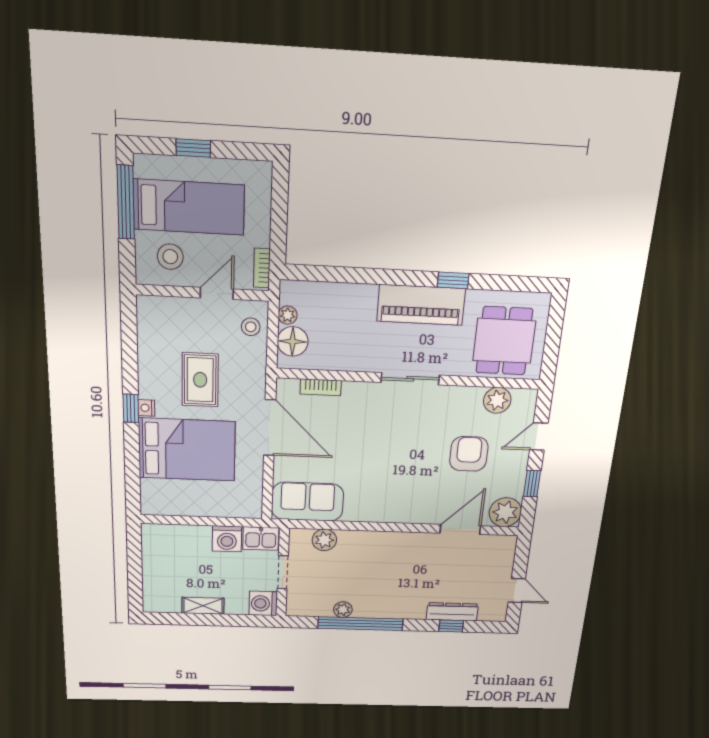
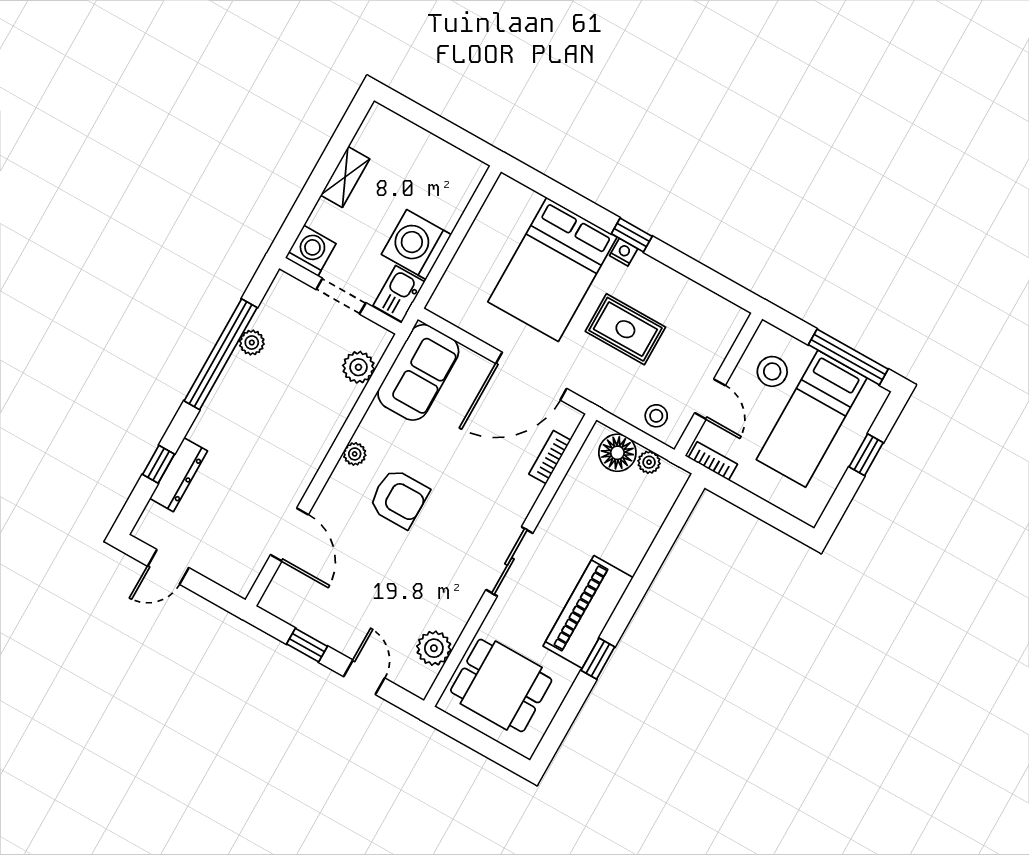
armchair: (469, 454) -> (399, 498), moved
plant: (505, 512) -> (355, 454), moved, width x0.53, depth x0.53
washing machine: (227, 539) -> (416, 245), width x1.37, depth x1.37

